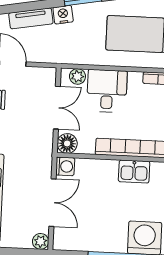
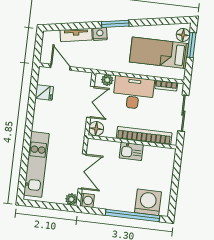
desk: (107, 91) -> (133, 93), width x1.37
washing machine: (65, 166) -> (87, 200), moved
kitchen sink: (134, 172) -> (131, 151), moved

